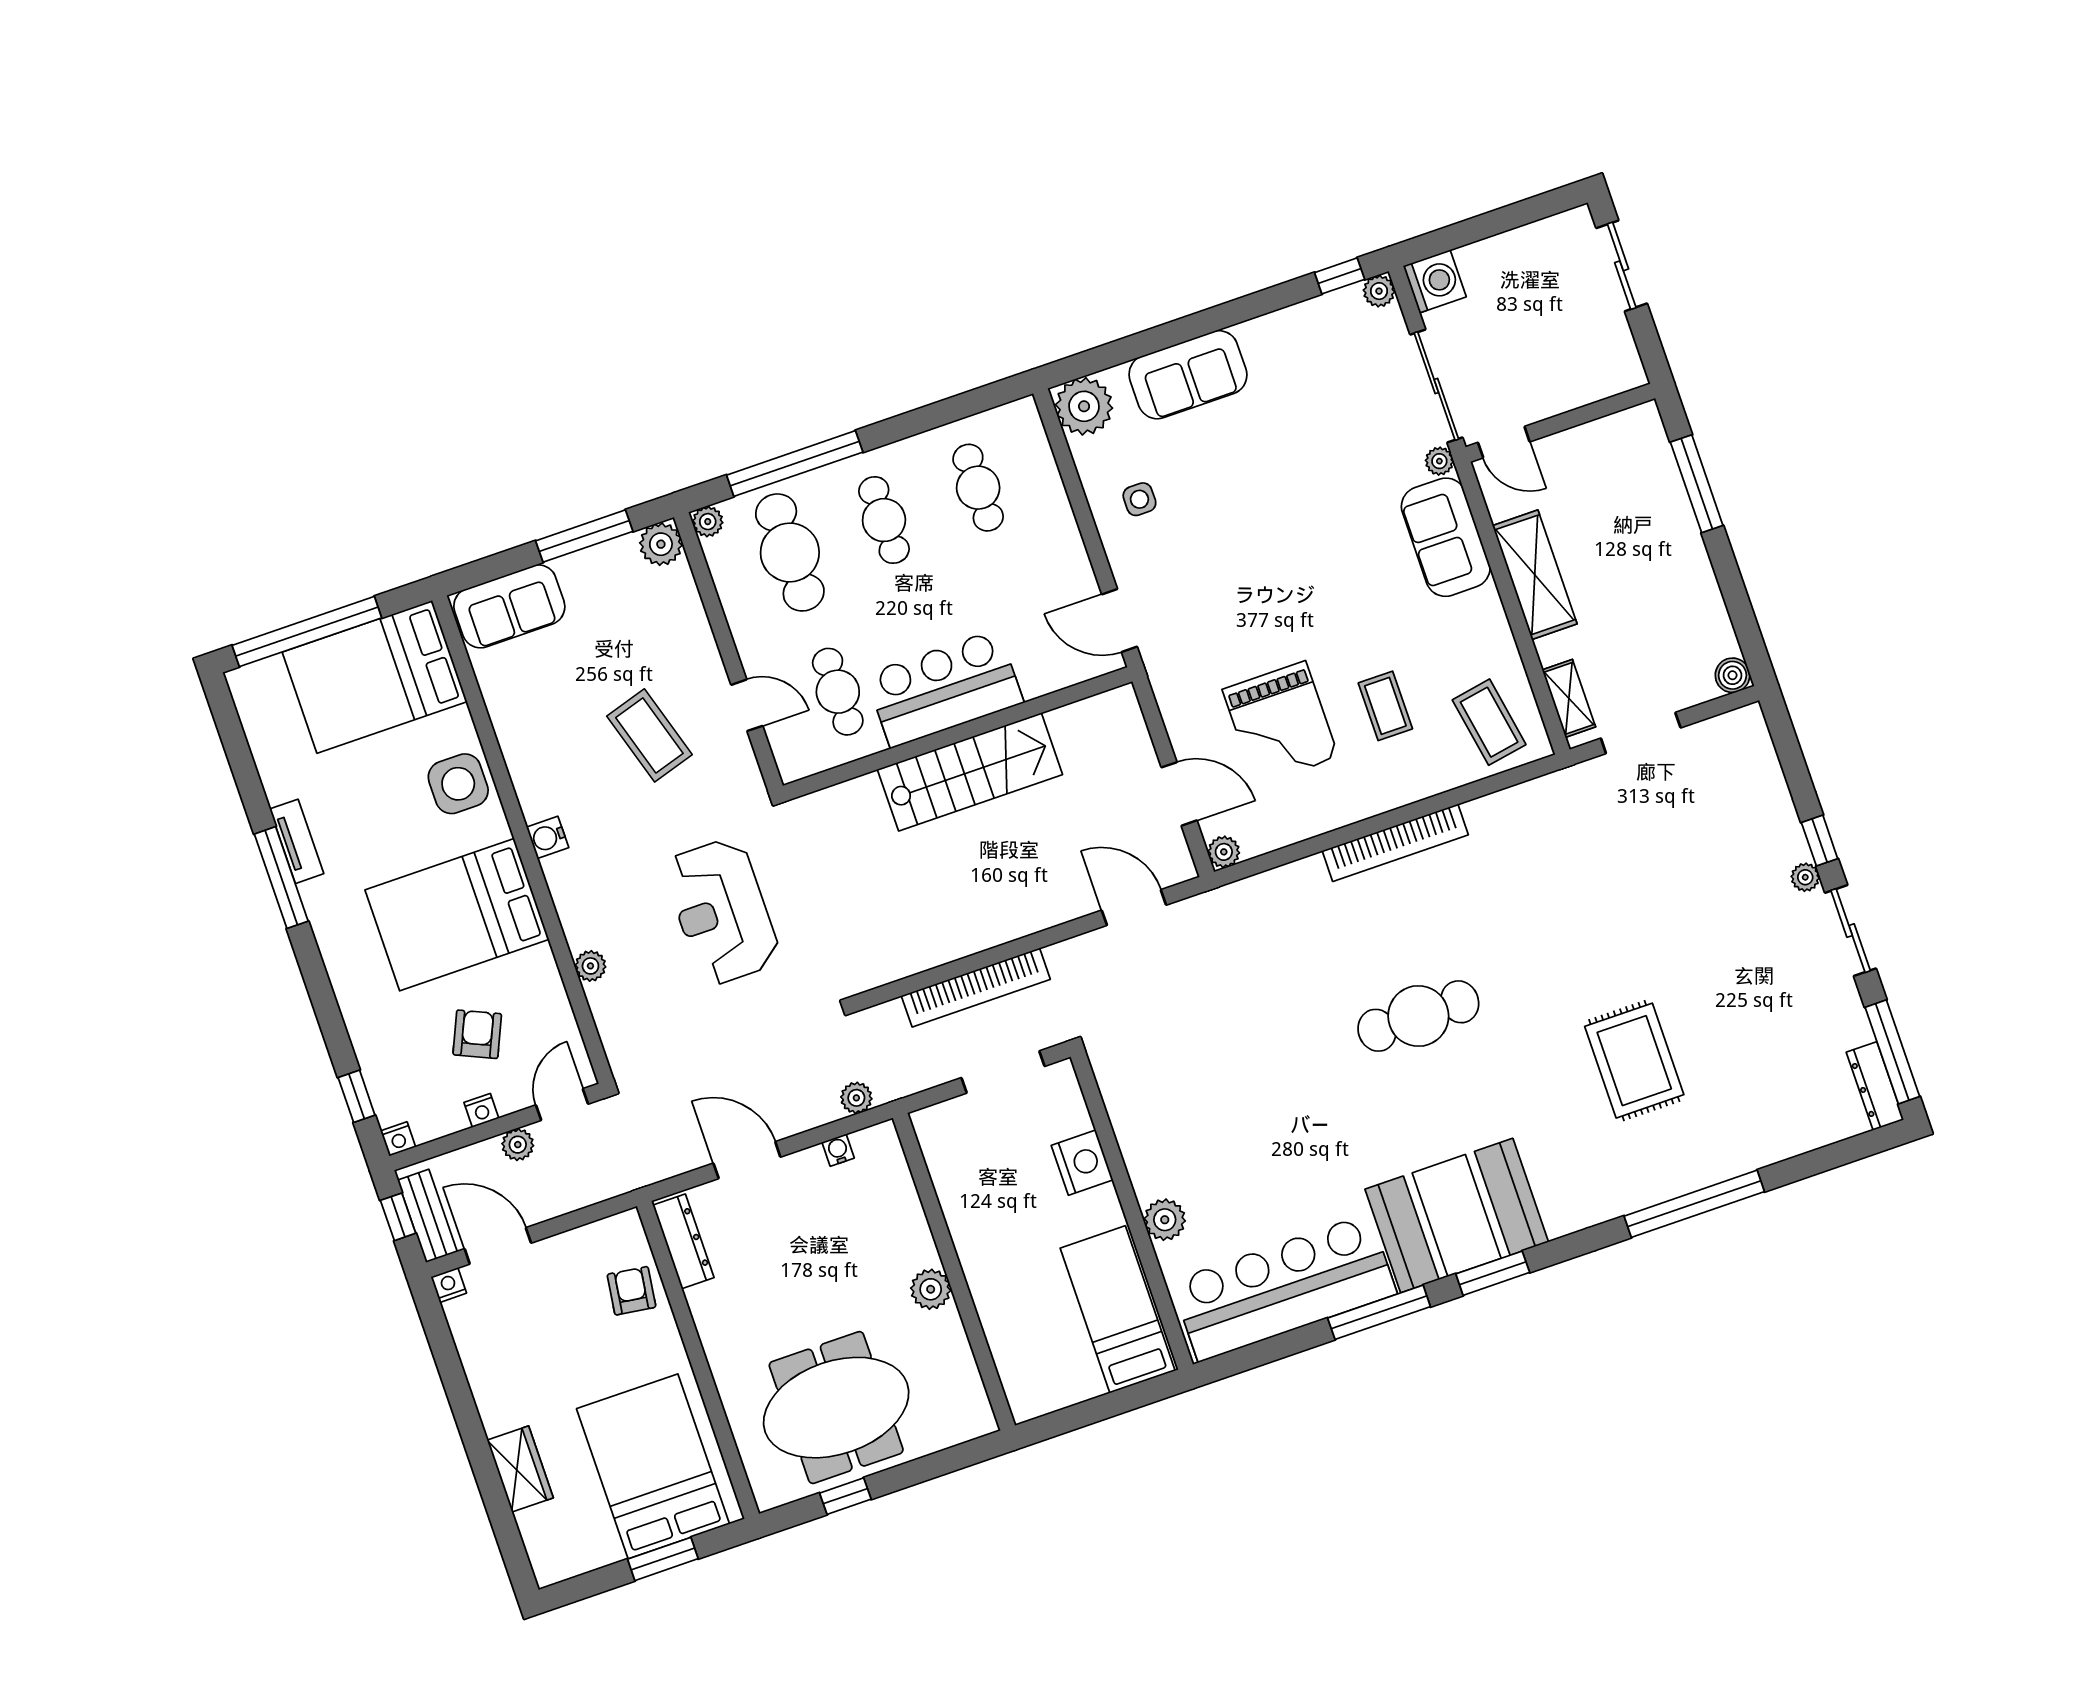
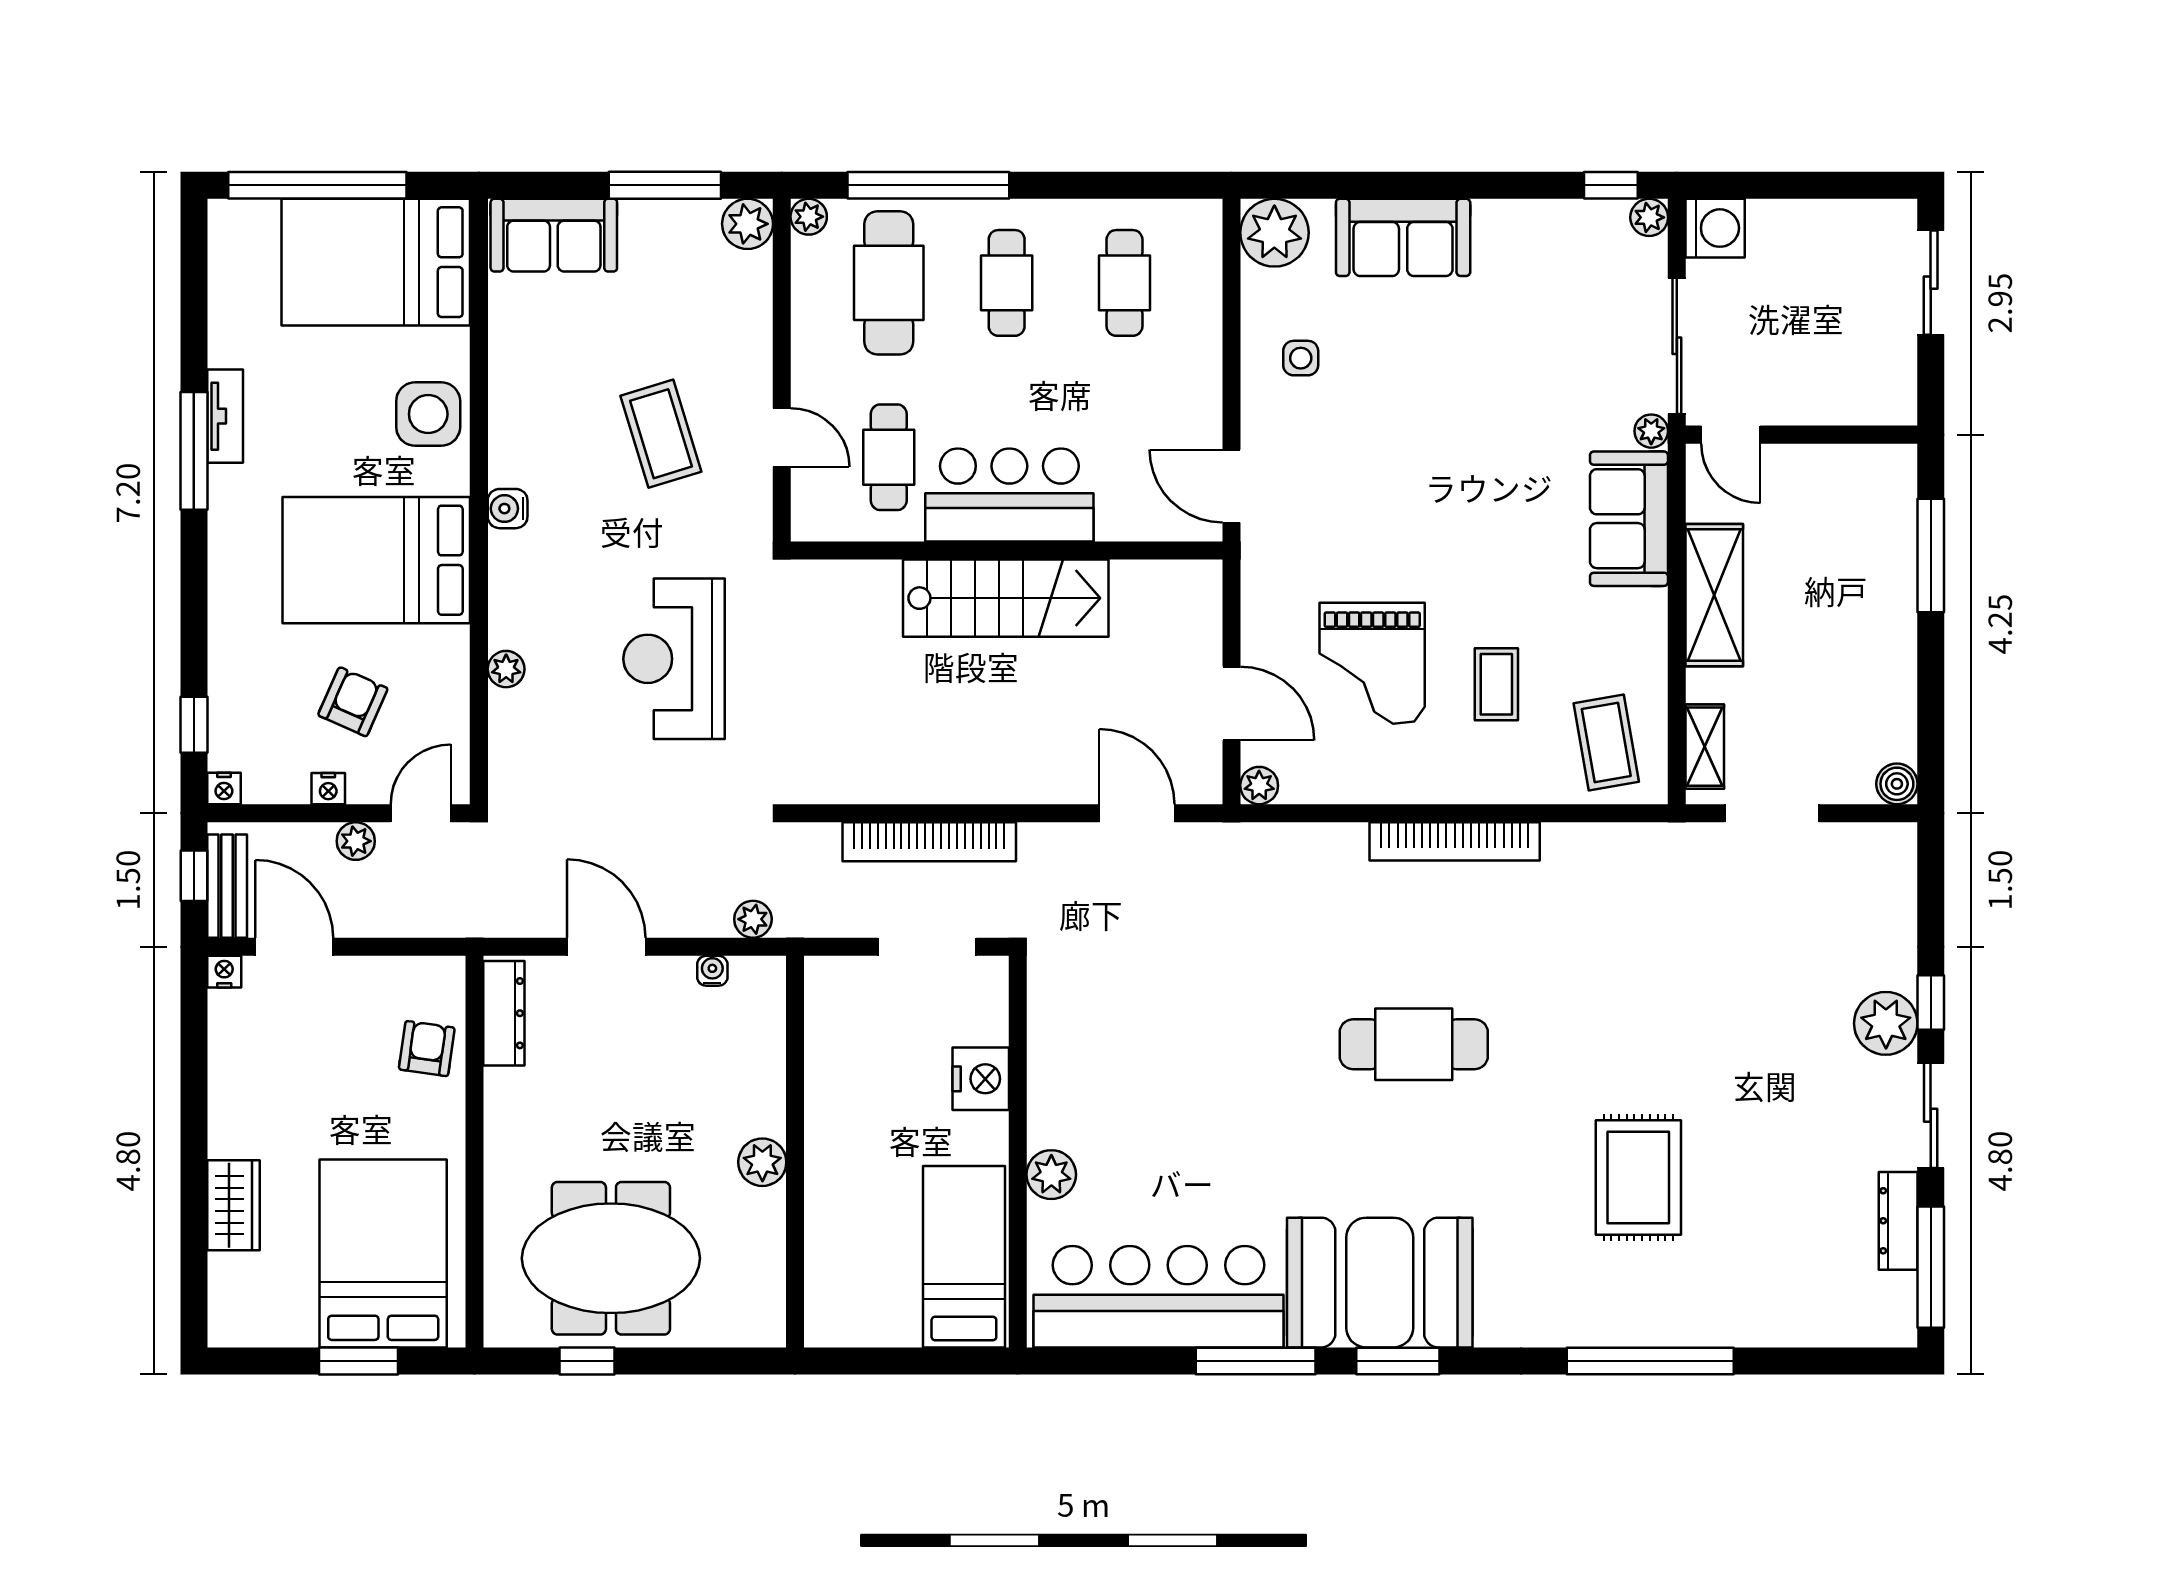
plant: (1805, 877) -> (1886, 1023), width x1.88, depth x1.88
dresser: (1875, 1086) -> (1898, 1221), moved

